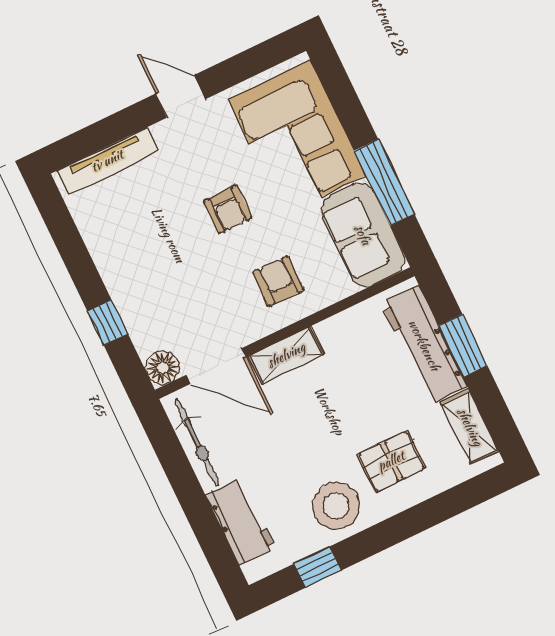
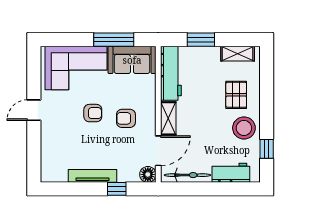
tv unit: (107, 161) -> (92, 176), moved, turned -90
armchair: (278, 281) -> (126, 118), moved
workbench: (424, 345) -> (171, 73), moved, turned -90

